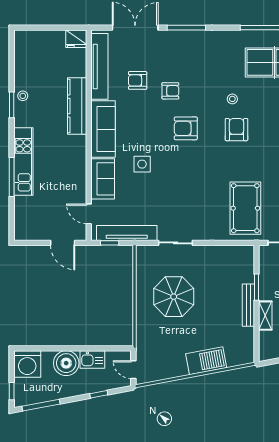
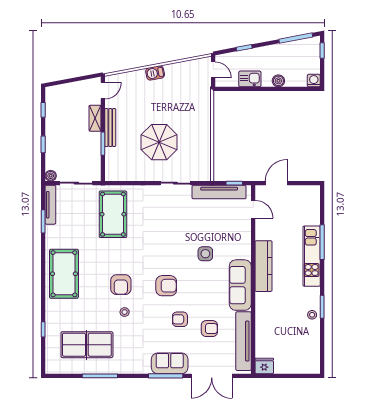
kitchen counter: (77, 106) -> (264, 266), moved
sofa: (103, 179) -> (170, 363), moved, turned 90
door: (63, 243) -> (276, 183), hinge flipped
parasol: (174, 297) -> (159, 142), moved
door: (257, 346) -> (103, 91), added
barbecue: (206, 361) -> (155, 73), width x0.53, depth x0.65
boiler: (66, 363) -> (278, 81), width x0.54, depth x0.54
washing machine: (27, 364) -> (314, 81), width x0.53, depth x0.53

